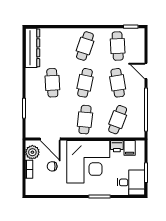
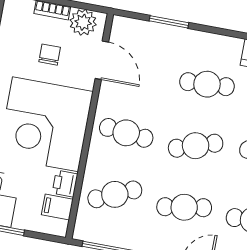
cafe table: (85, 83) -> (196, 146), turned -30
cafe table: (118, 120) -> (115, 194), turned -45
door: (50, 139) -> (102, 60), swing flipped

